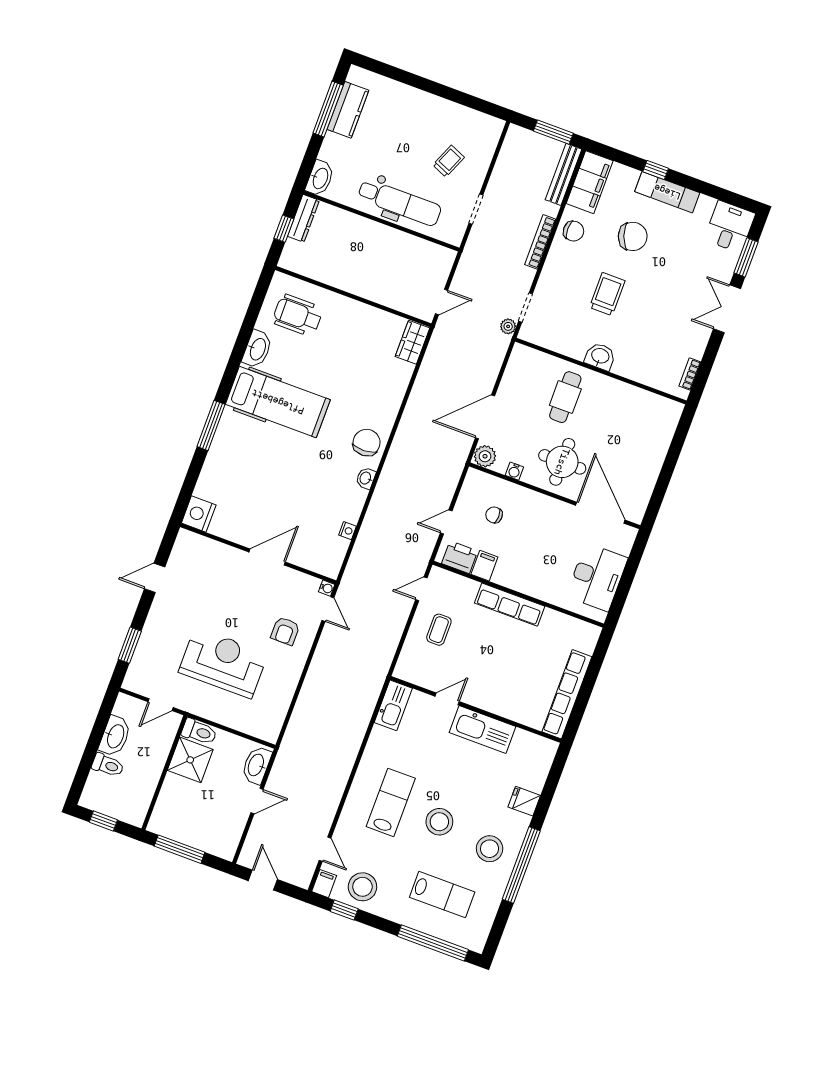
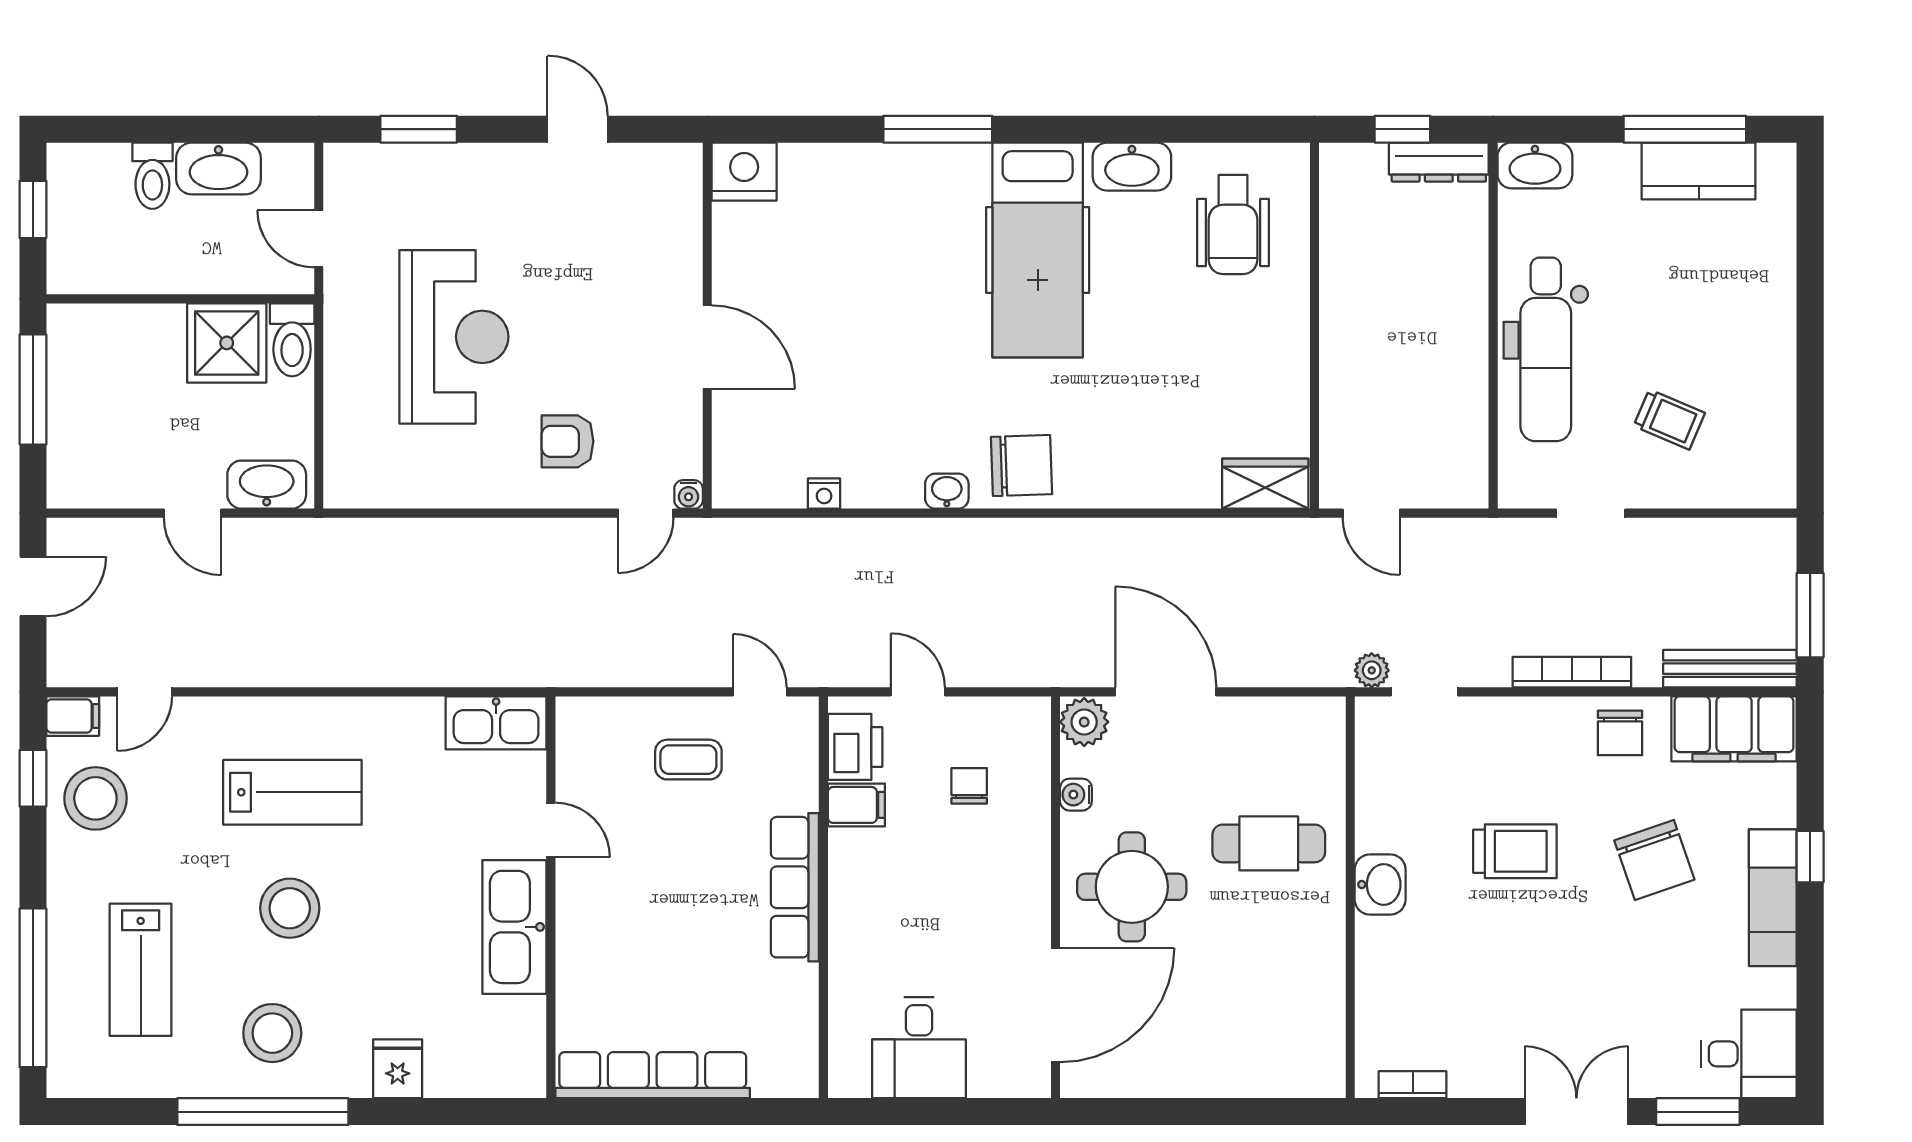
wheelchair: (298, 315) -> (1233, 225), turned 180
desk: (597, 577) -> (919, 1048), width x0.73

